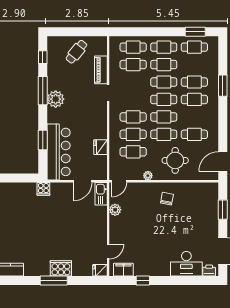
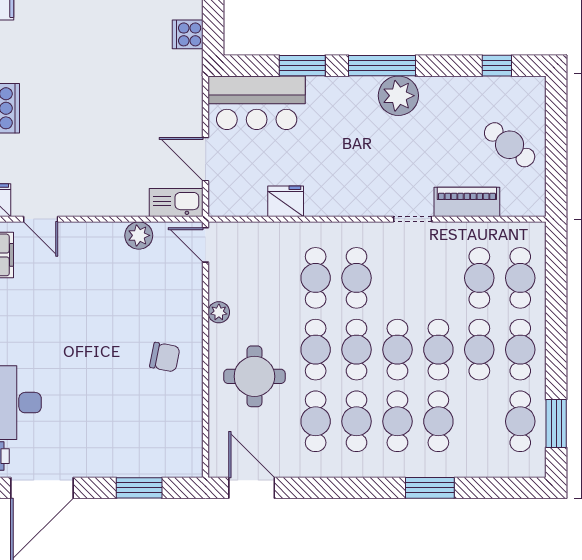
window: (43, 91) -> (382, 66), moved
bar counter: (59, 152) -> (257, 103), width x0.73
cafe table: (133, 152) -> (357, 421), moved
cooker: (43, 189) -> (188, 34), moved

